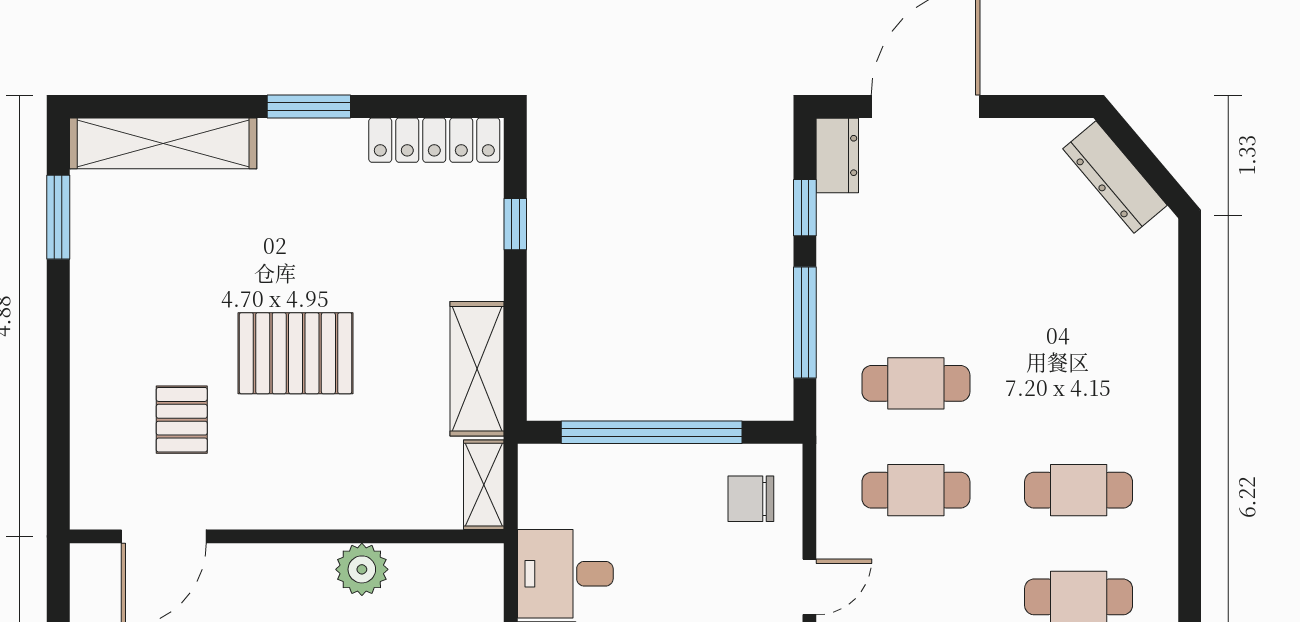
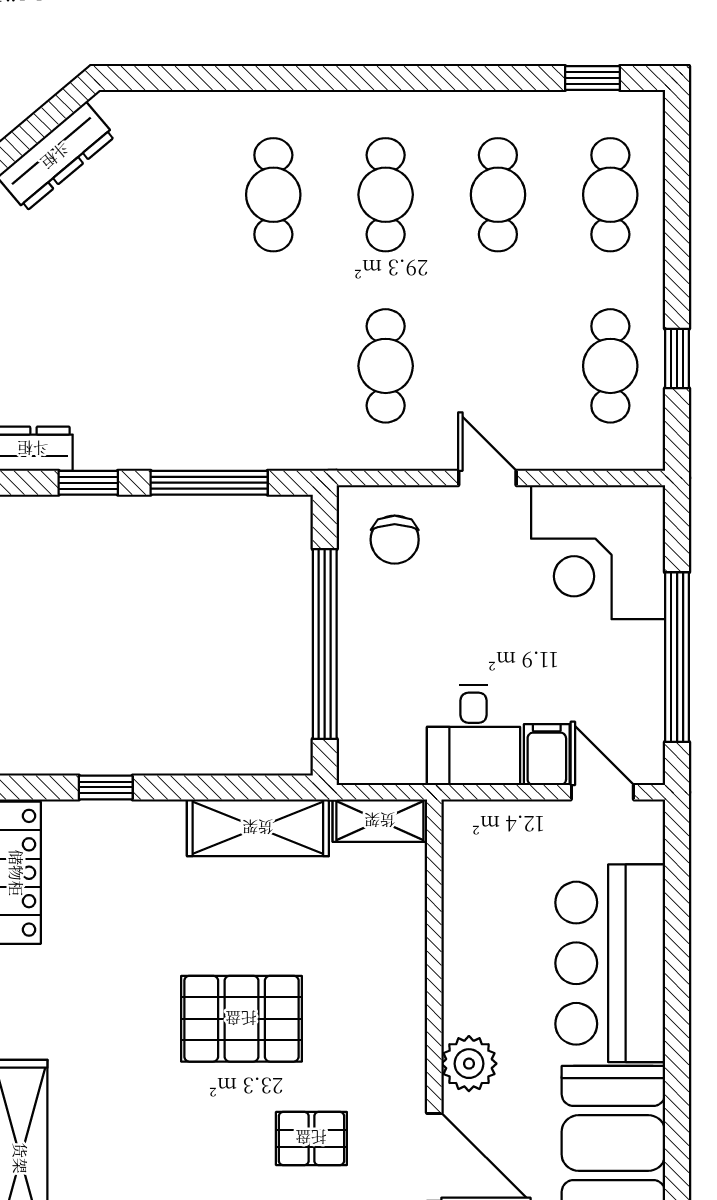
pallet: (296, 353) -> (241, 1019), turned 90
cafe table: (916, 383) -> (273, 195), moved
plant: (362, 569) -> (469, 1064), moved

